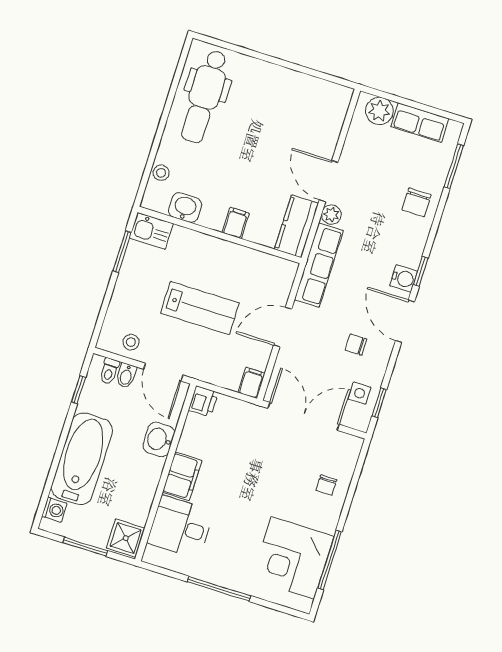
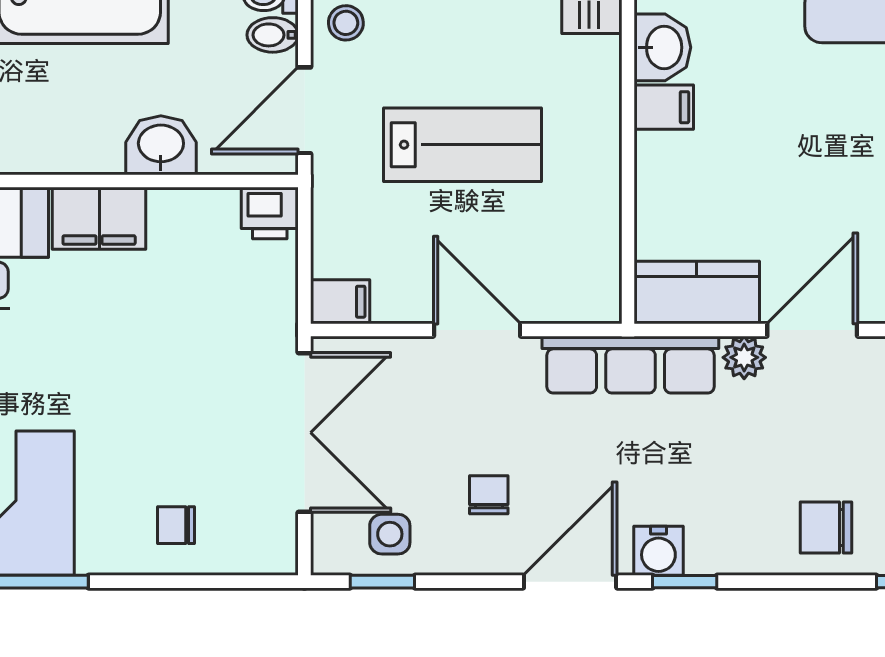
filing cabinet: (236, 223) -> (664, 107), moved
lab bench: (200, 308) -> (462, 145), turned -90

